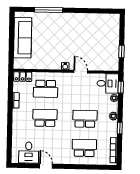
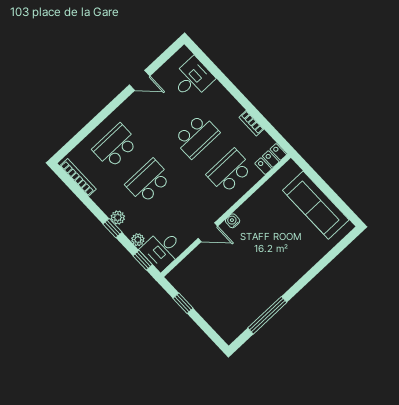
window: (49, 10) -> (267, 315), moved
school desk: (85, 119) -> (148, 181), turned 180
window: (120, 128) -> (112, 228), moved
school desk: (84, 148) -> (115, 146), turned 180
desk: (29, 153) -> (192, 79), moved, turned 90

